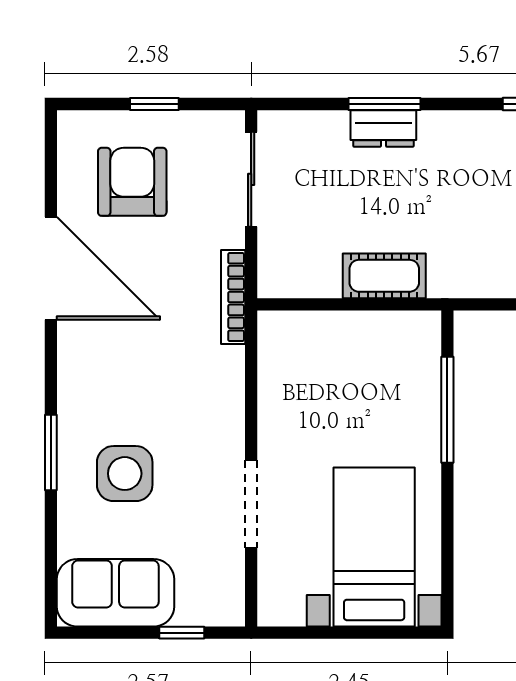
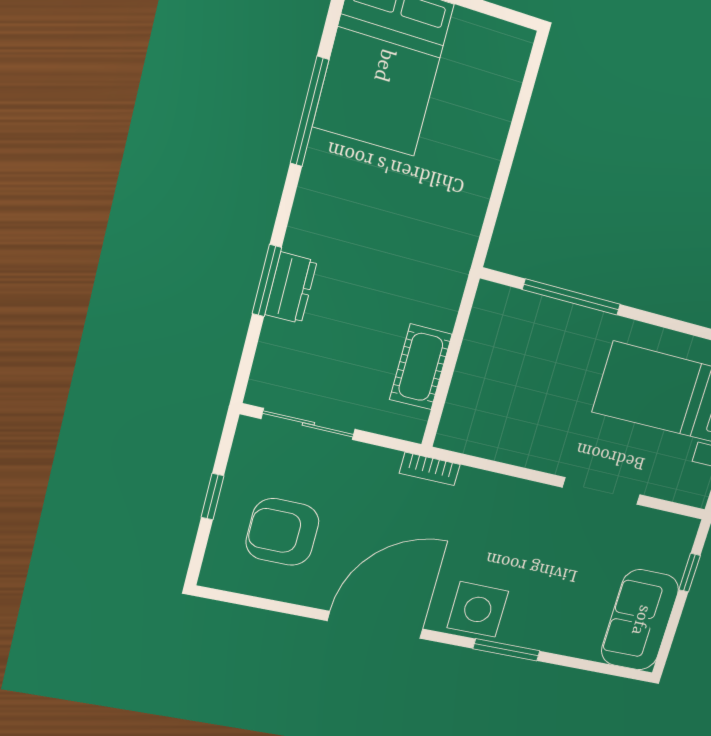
door: (51, 268) -> (375, 625), moved
cot: (384, 276) -> (421, 367), moved
bookcase: (233, 297) -> (430, 469), width x0.64
side table: (125, 474) -> (478, 609), moved

